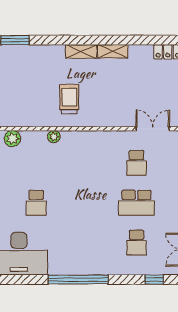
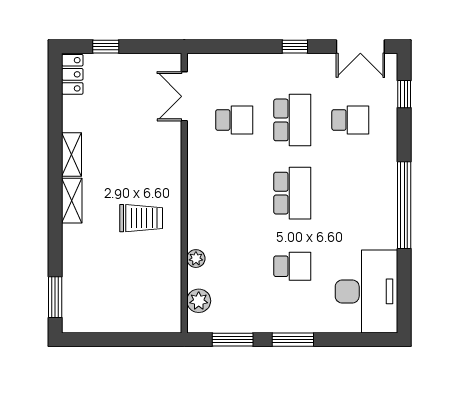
trolley: (69, 99) -> (141, 218), turned 180
plant: (54, 137) -> (196, 259), moved
school desk: (86, 203) -> (292, 193), added

